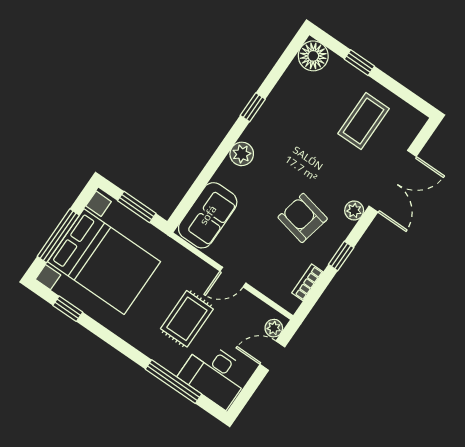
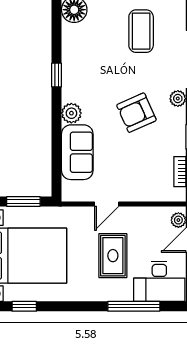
sofa: (208, 215) -> (77, 152), moved
armchair: (303, 218) -> (136, 113), moved, turned -36
door: (233, 277) -> (107, 204), moved

